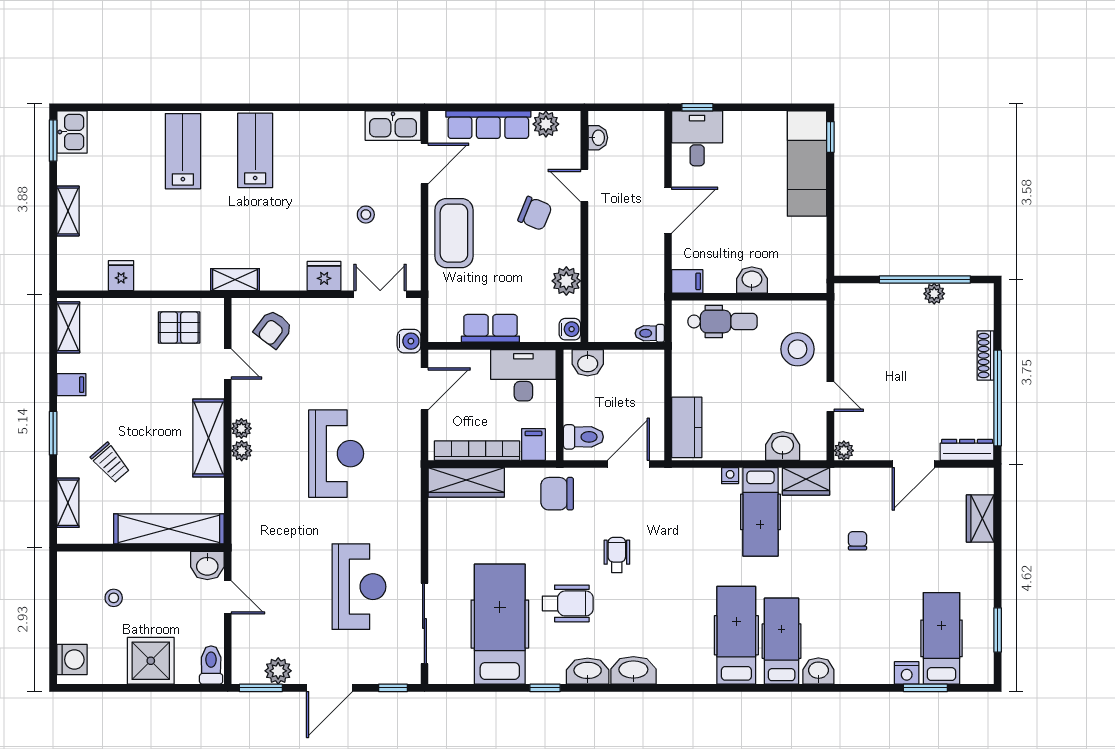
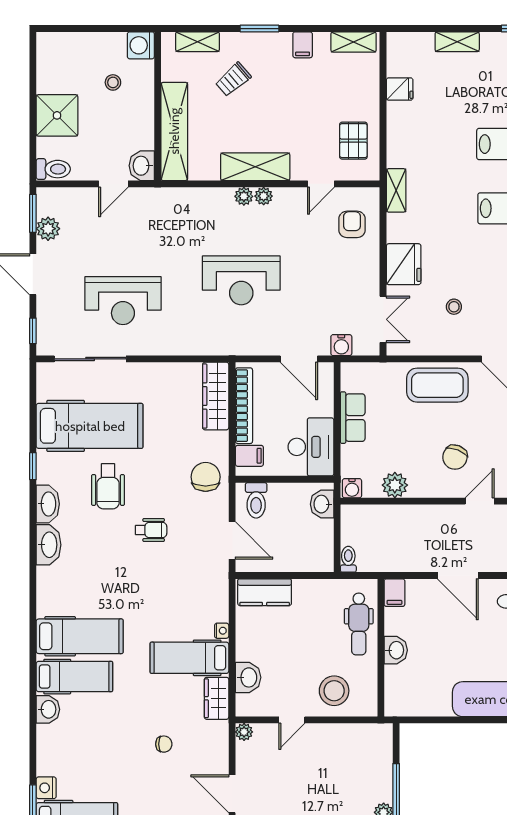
fridge: (324, 276) -> (404, 264), width x1.36, depth x1.34
armchair: (273, 329) -> (352, 224), turned 53
washing machine: (72, 660) -> (141, 45), moved, turned 90

